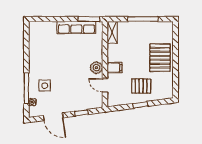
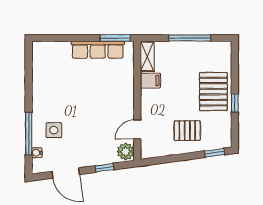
window: (176, 66) -> (235, 103), added
plant: (96, 68) -> (126, 152), moved
filing cabinet: (114, 68) -> (150, 81), moved
door: (105, 85) -> (137, 130), hinge flipped
window: (140, 105) -> (215, 153), moved

